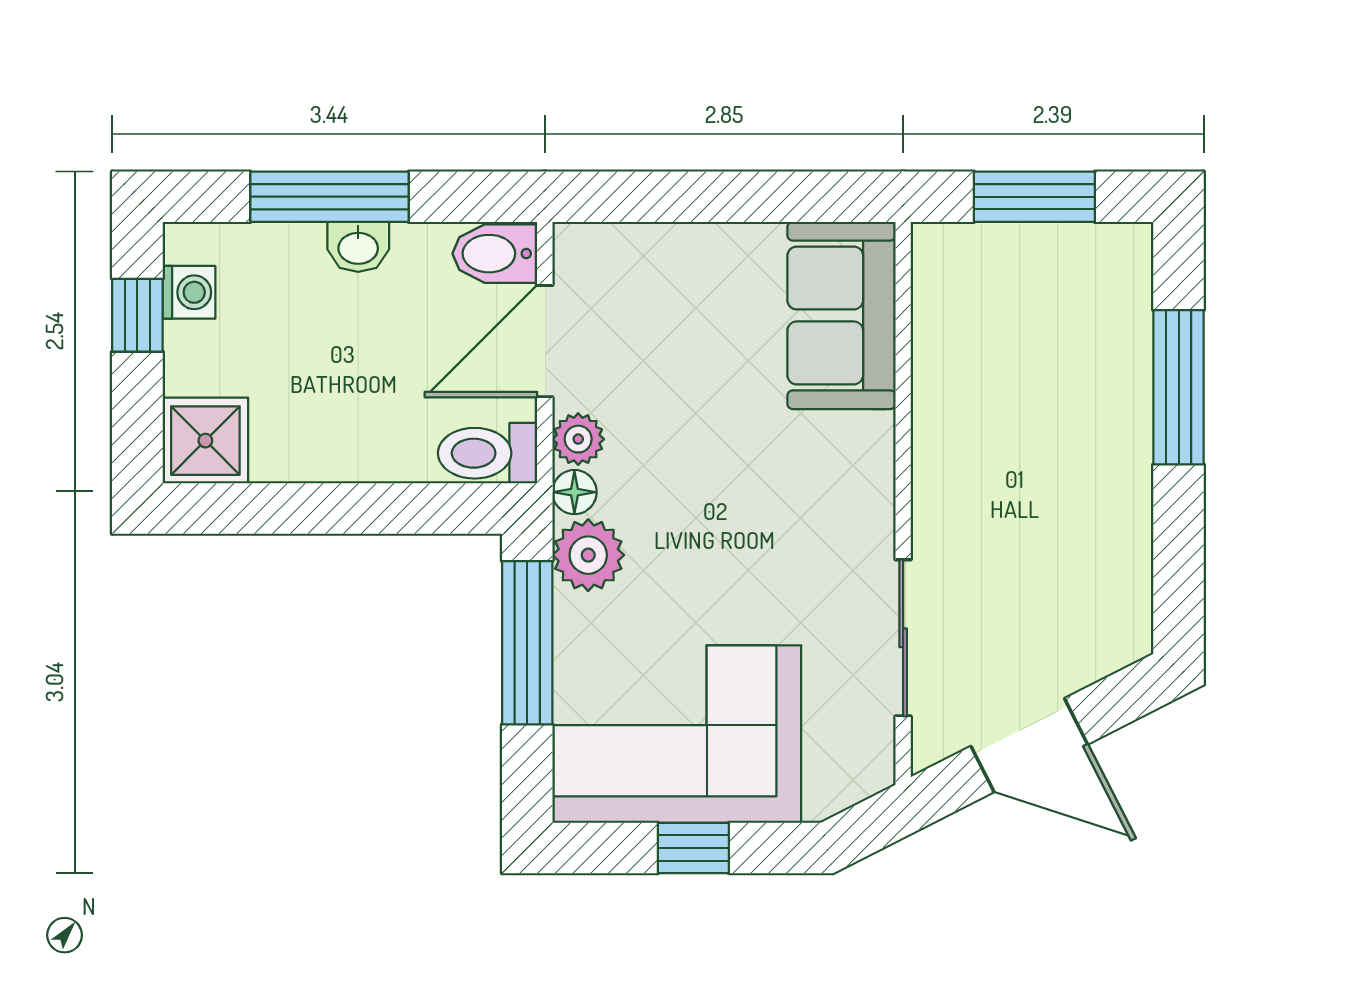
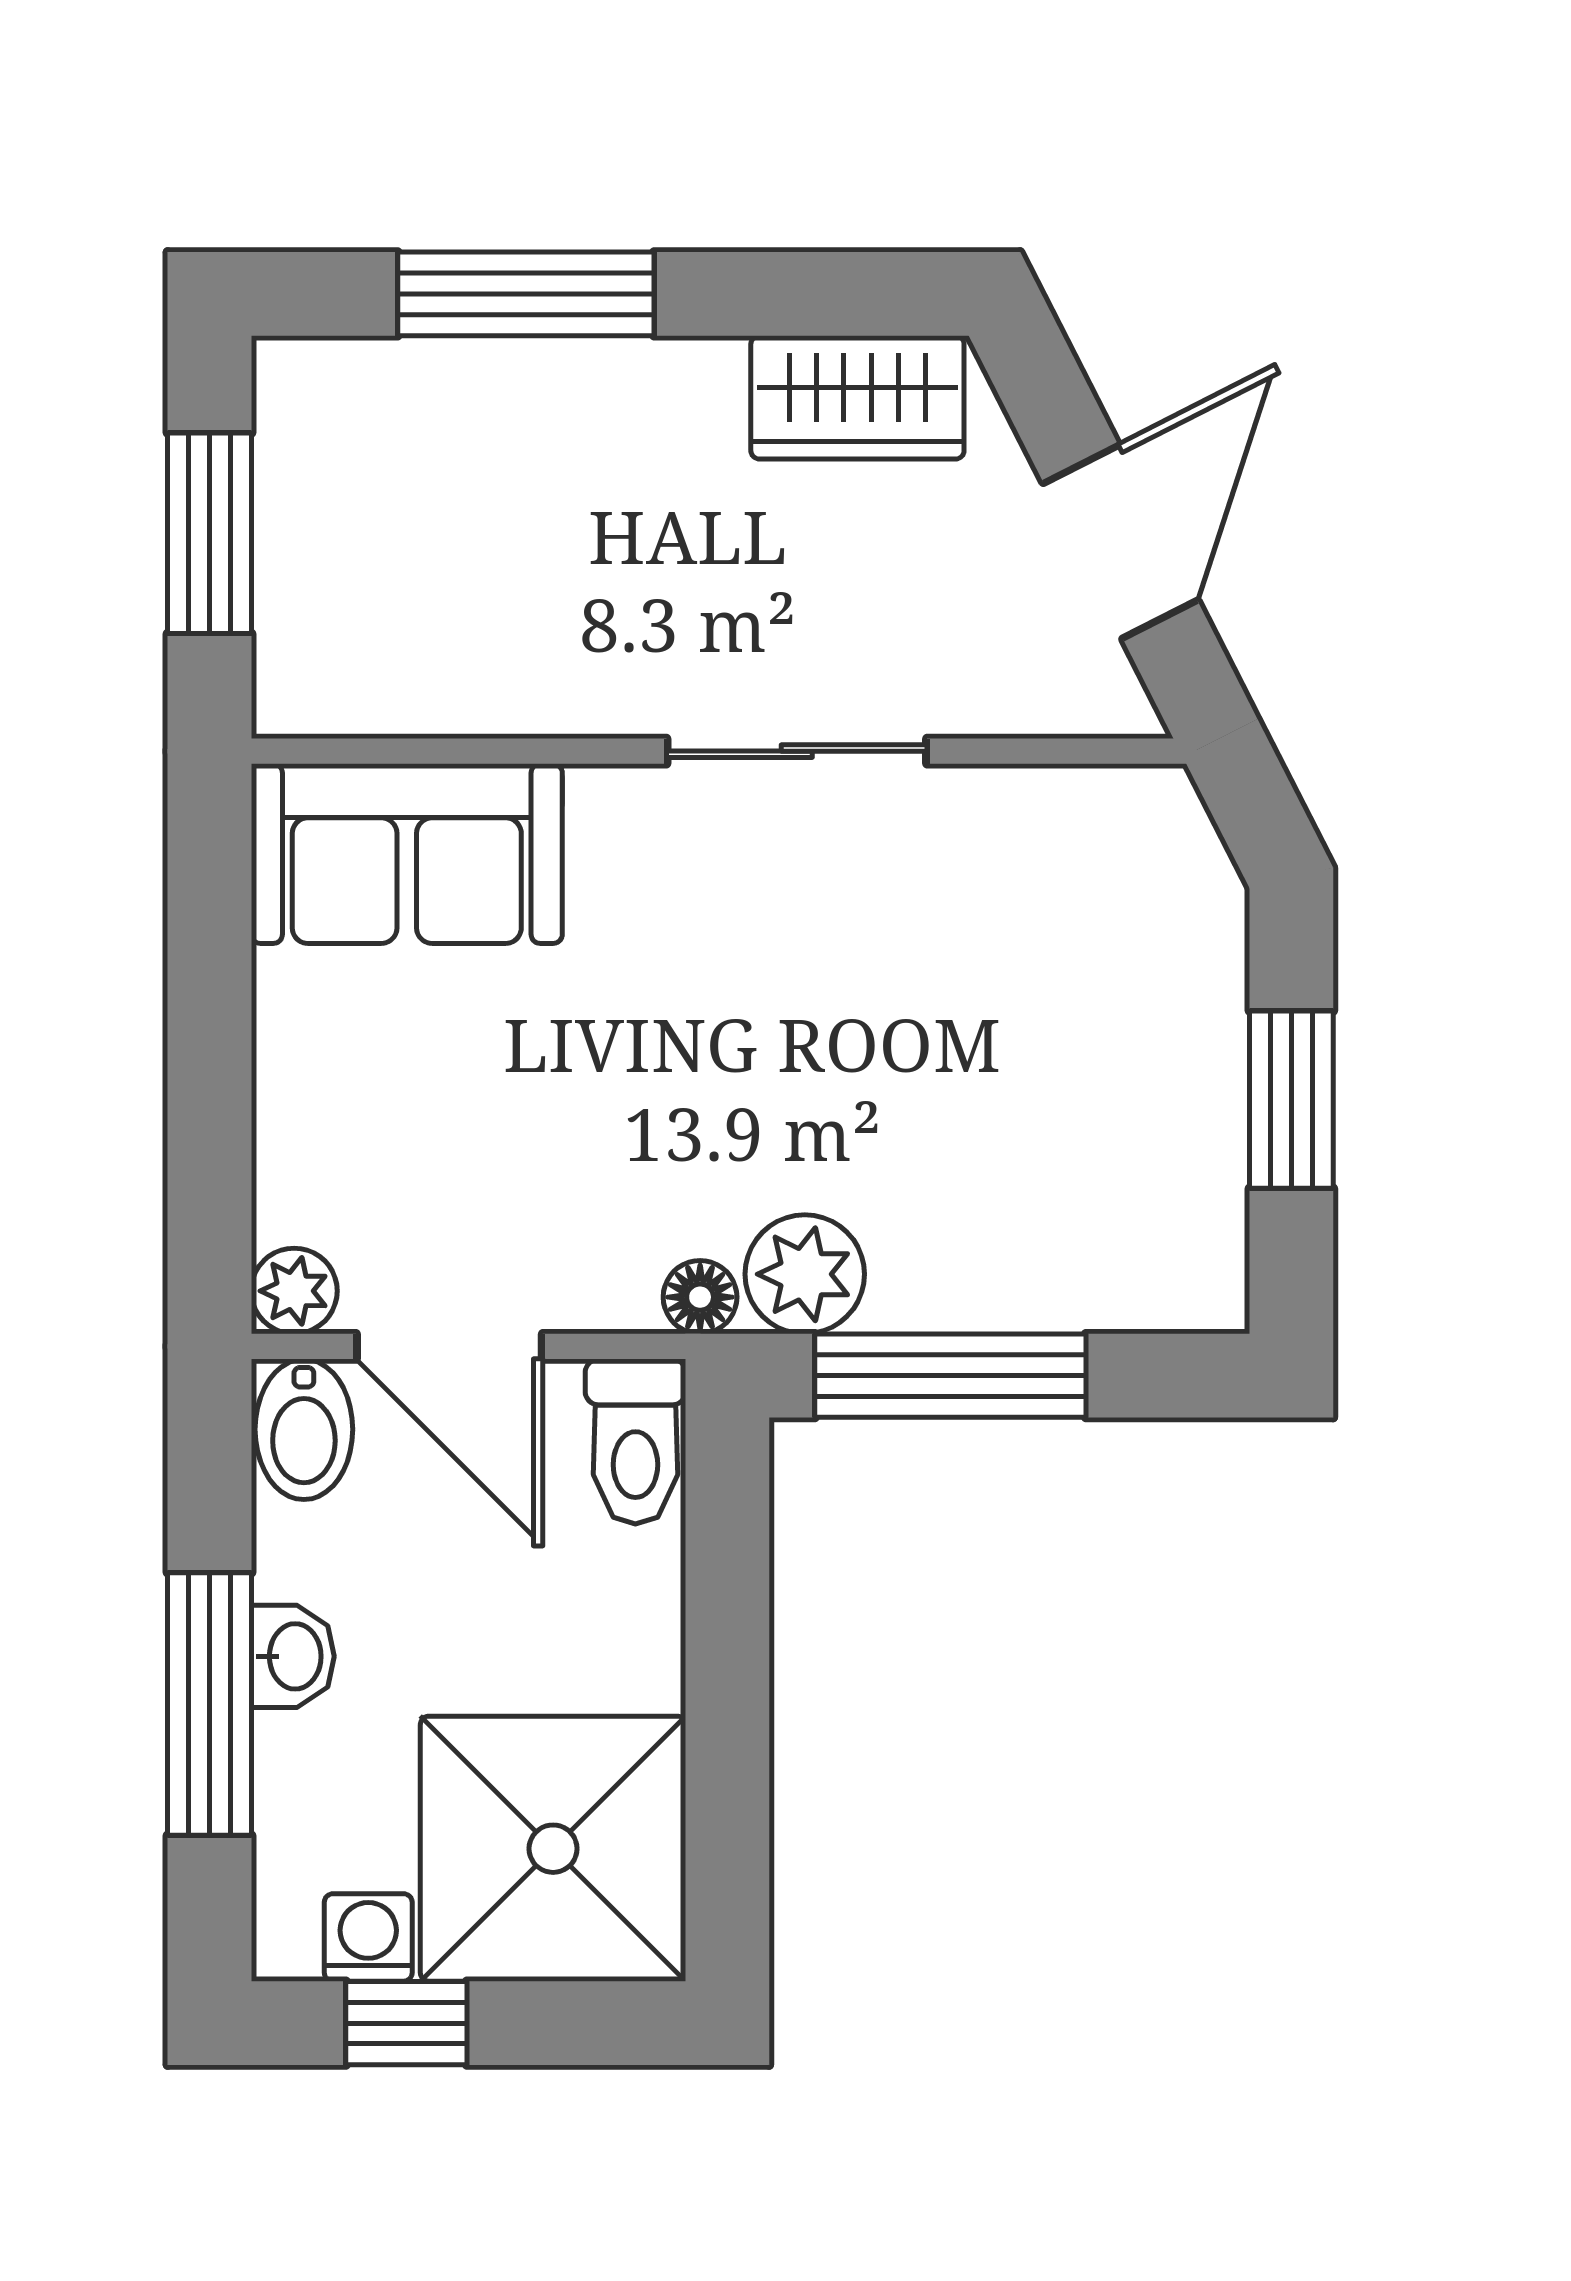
plant: (578, 439) -> (294, 1291), moved
shower: (205, 441) -> (553, 1849), width x1.86, depth x1.86
wardrobe: (1116, 587) -> (857, 397), added
sliding door: (903, 638) -> (797, 751), moved
corner sofa: (677, 734) -> (1102, 1127), removed
window: (693, 848) -> (1291, 1100), width x1.50

